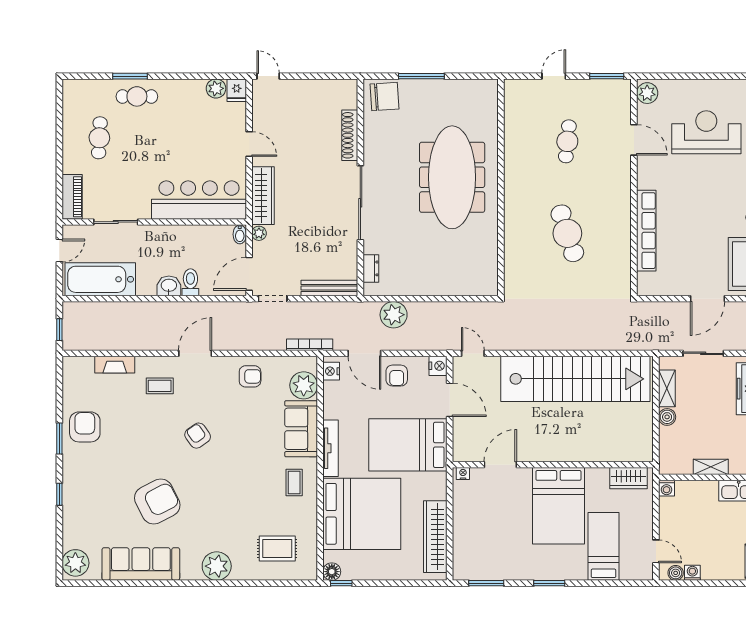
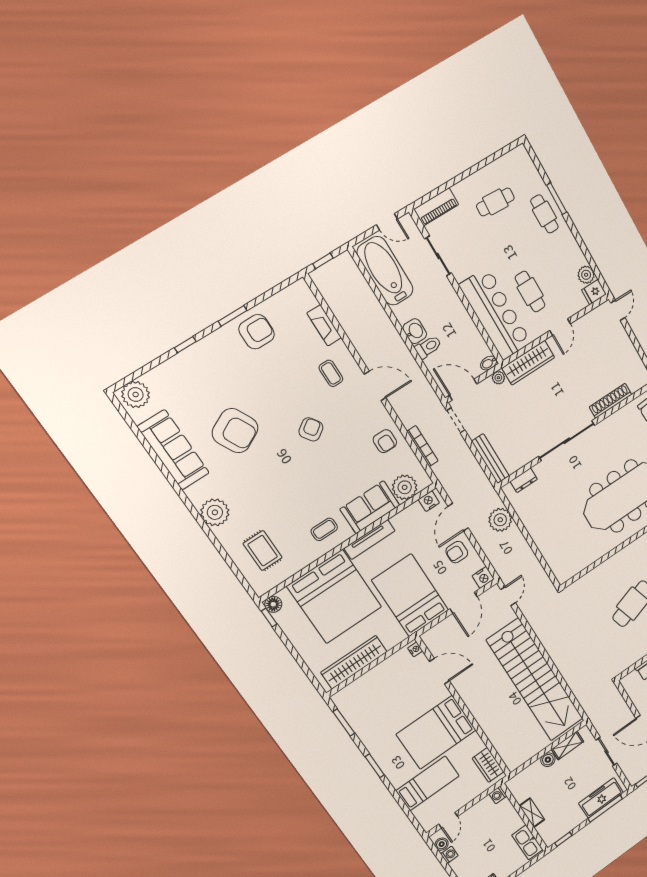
cafe table: (199, 154) -> (530, 292), added
bookcase: (310, 345) -> (423, 446), moved

